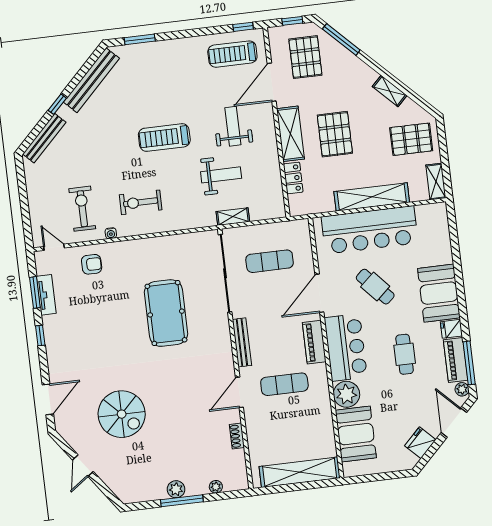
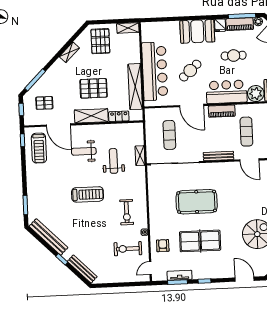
pallet: (305, 57) -> (44, 103), width x0.67, depth x0.71
treadmill: (164, 138) -> (88, 194), turned -90
shelving: (372, 197) -> (135, 87), moved
table tennis table: (104, 323) -> (200, 241), added

